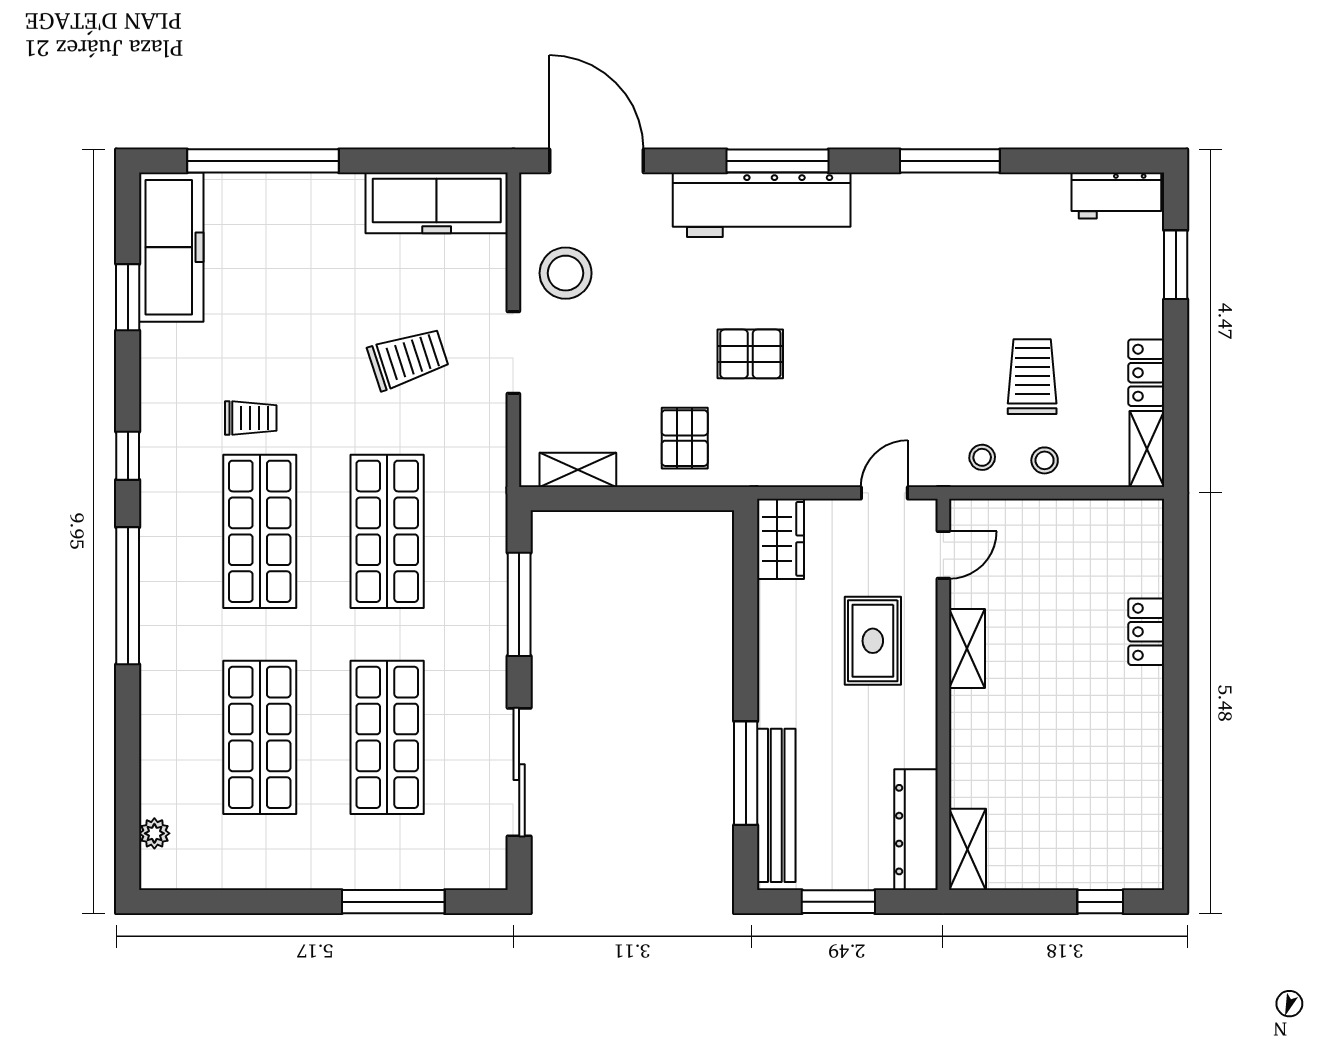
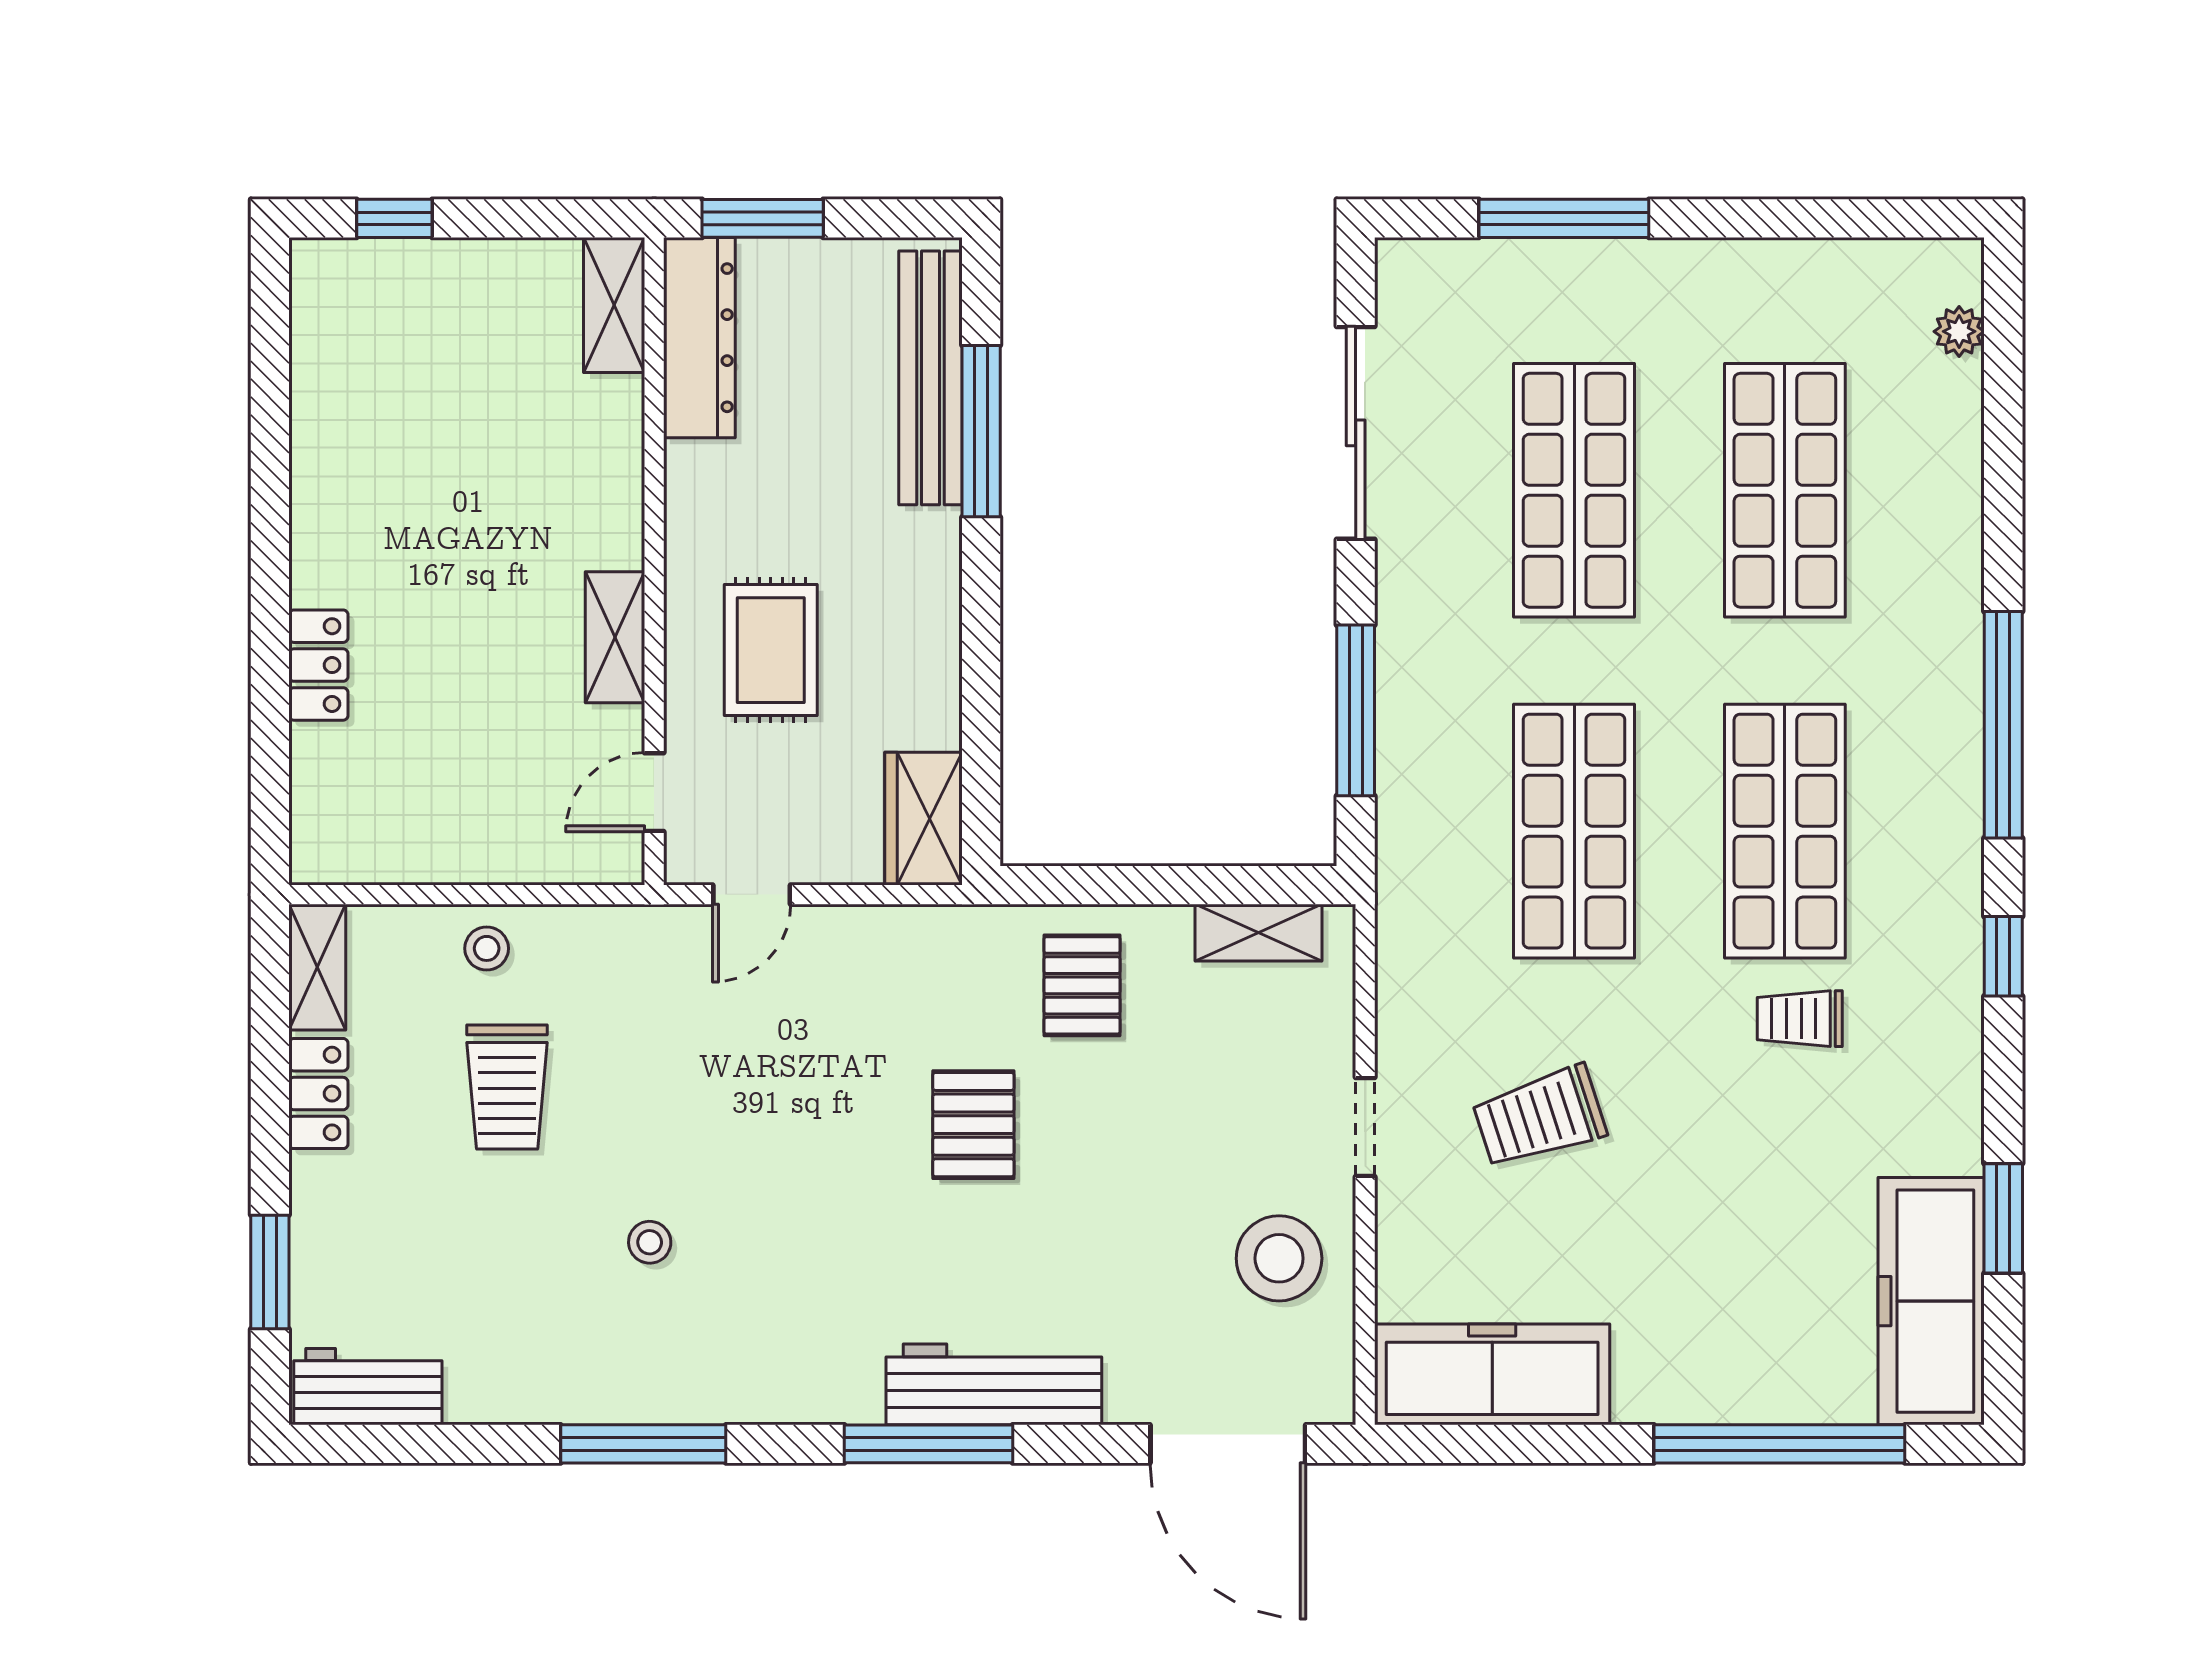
workbench: (762, 205) -> (994, 1384), width x0.73, depth x0.76
doorway: (513, 352) -> (1365, 1127), width x0.73
pallet: (750, 354) -> (973, 1125), turned 90
stool: (982, 457) -> (650, 1242), moved
window: (838, 902) -> (763, 218), moved

